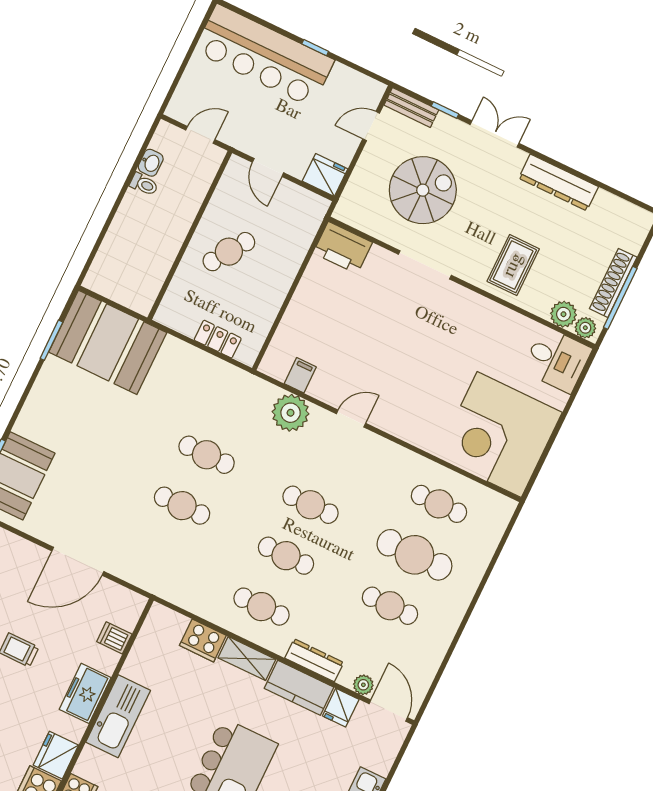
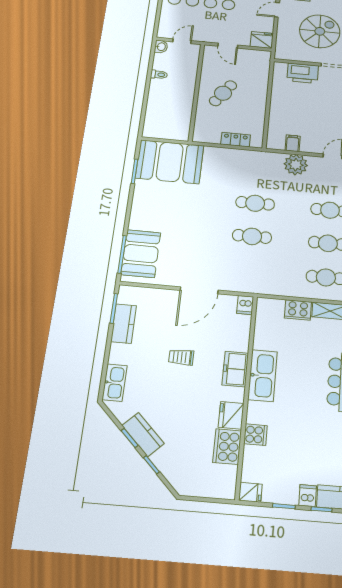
washbasin: (151, 163) -> (161, 47), moved
printer: (343, 248) -> (303, 73), moved
dishwasher: (114, 638) -> (245, 305), moved, turned -90

